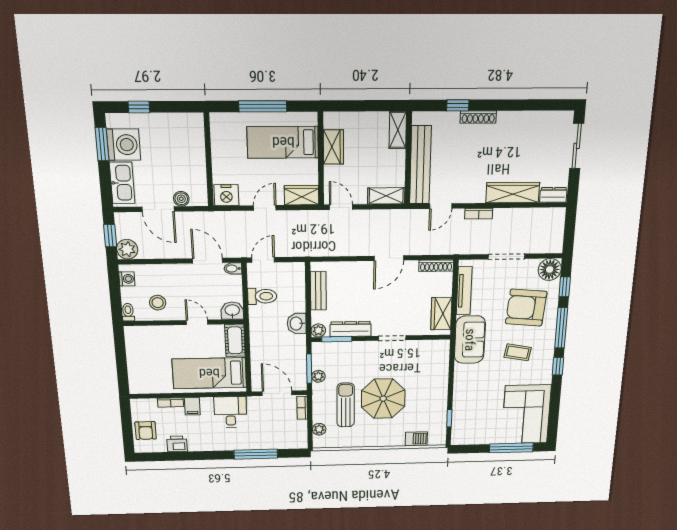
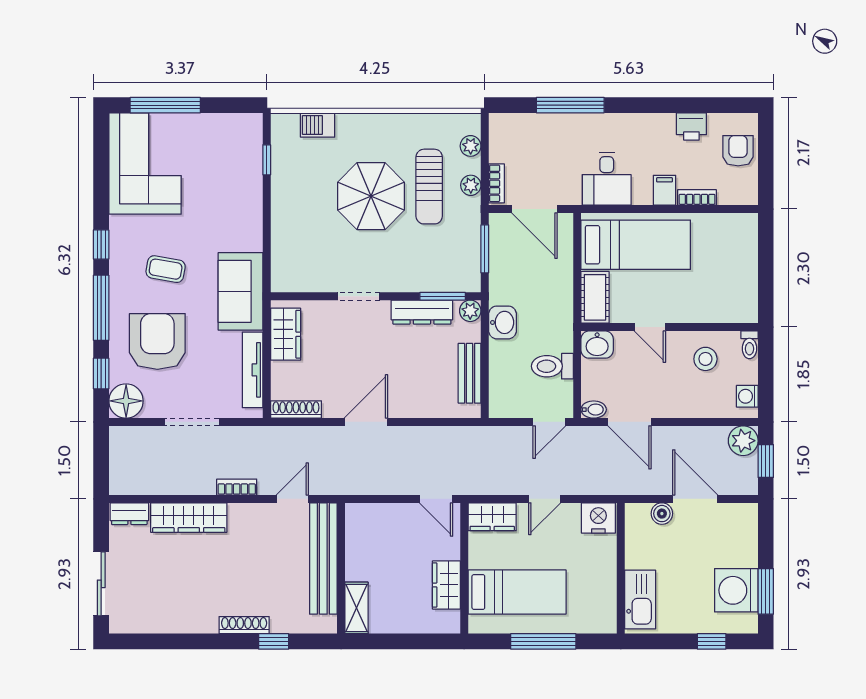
kitchen sink: (122, 183) -> (640, 599), moved, turned 180
shelving: (386, 196) -> (371, 515), removed
armchair: (526, 308) -> (157, 341), turned -95
plant: (318, 376) -> (471, 185), moved

